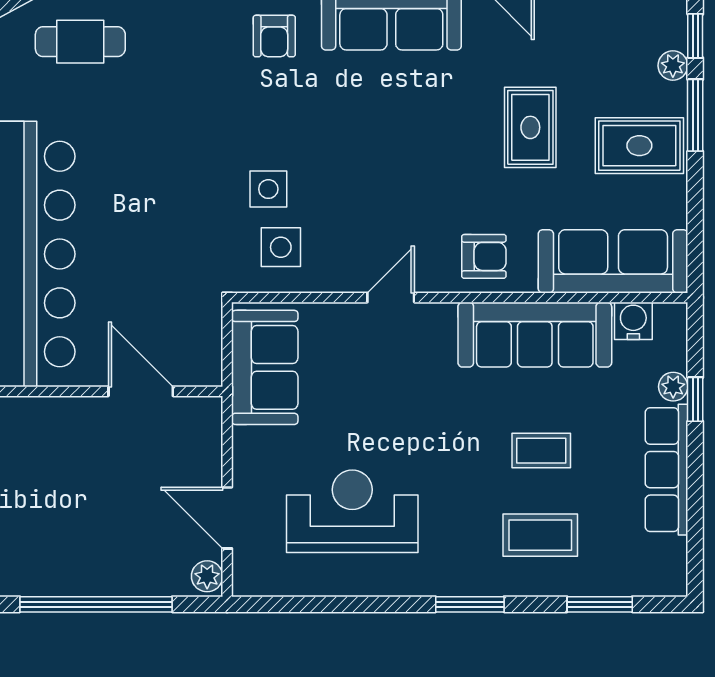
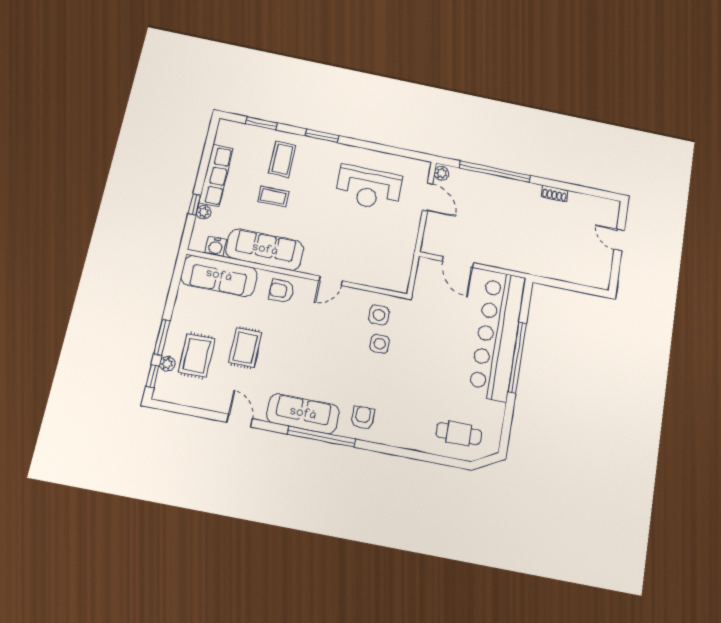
rug: (639, 146) -> (197, 356), moved, turned 90
sofa: (265, 367) -> (397, 261), removed
coffee table: (540, 535) -> (282, 159), turned 90

